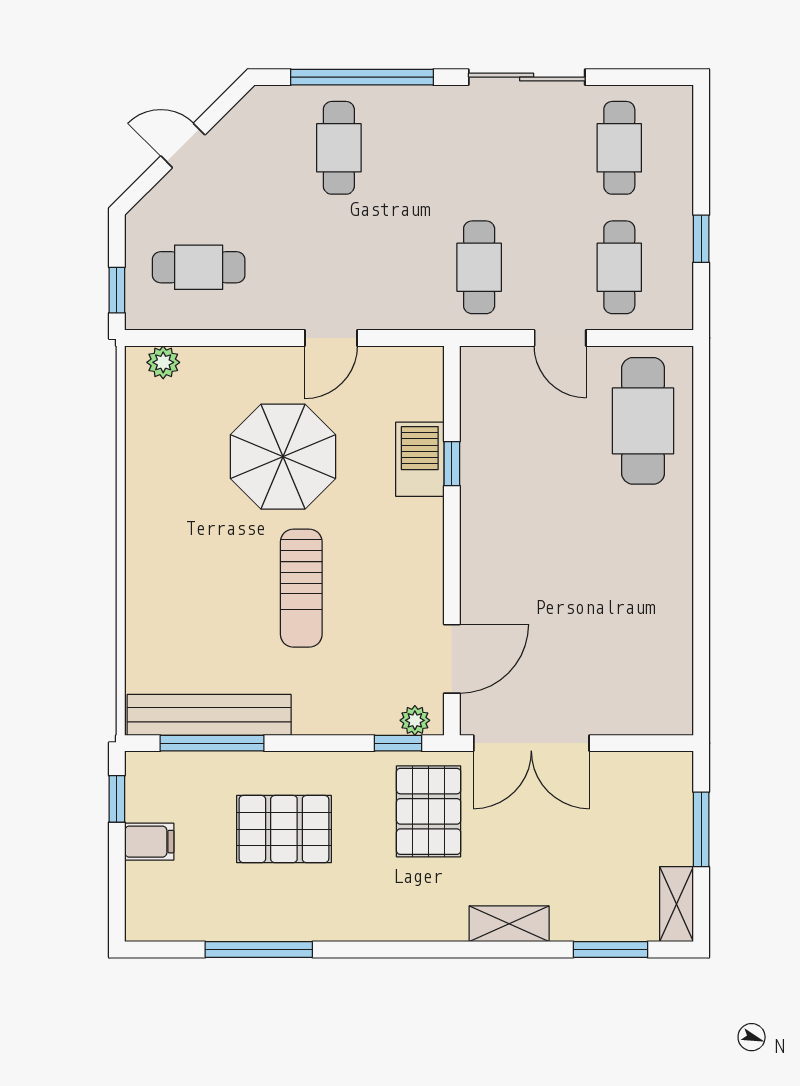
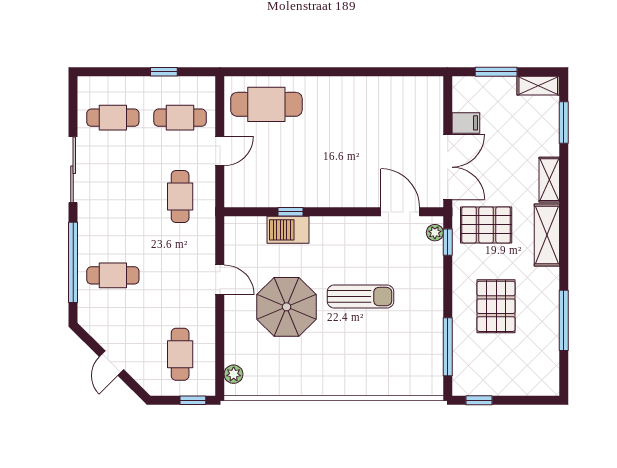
cafe table: (479, 267) -> (180, 197), turned 90
bench: (209, 715) -> (432, 348), removed
filing cabinet: (149, 842) -> (466, 123), moved, turned 90
shelving: (411, 920) -> (547, 235), added

